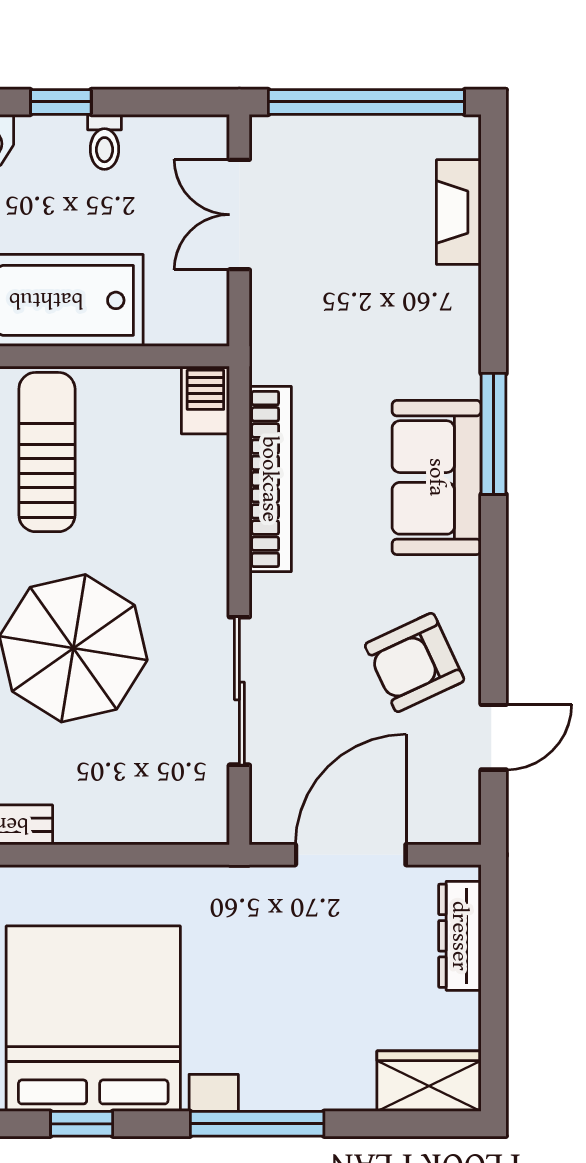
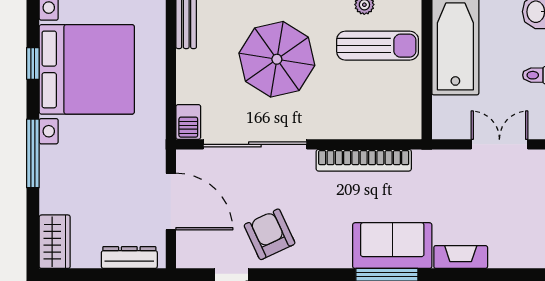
fireplace: (459, 212) -> (461, 257), moved
barbecue: (205, 400) -> (188, 122), moved, turned 90
sofa: (437, 477) -> (392, 246), moved
sliding door: (239, 691) -> (255, 144), width x1.36

